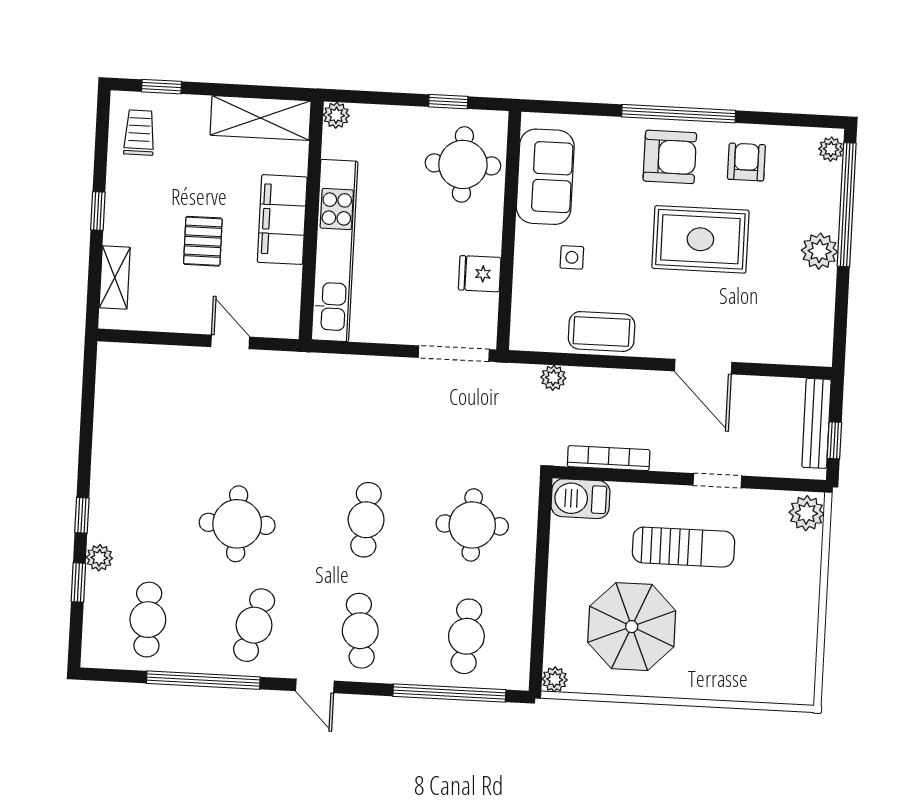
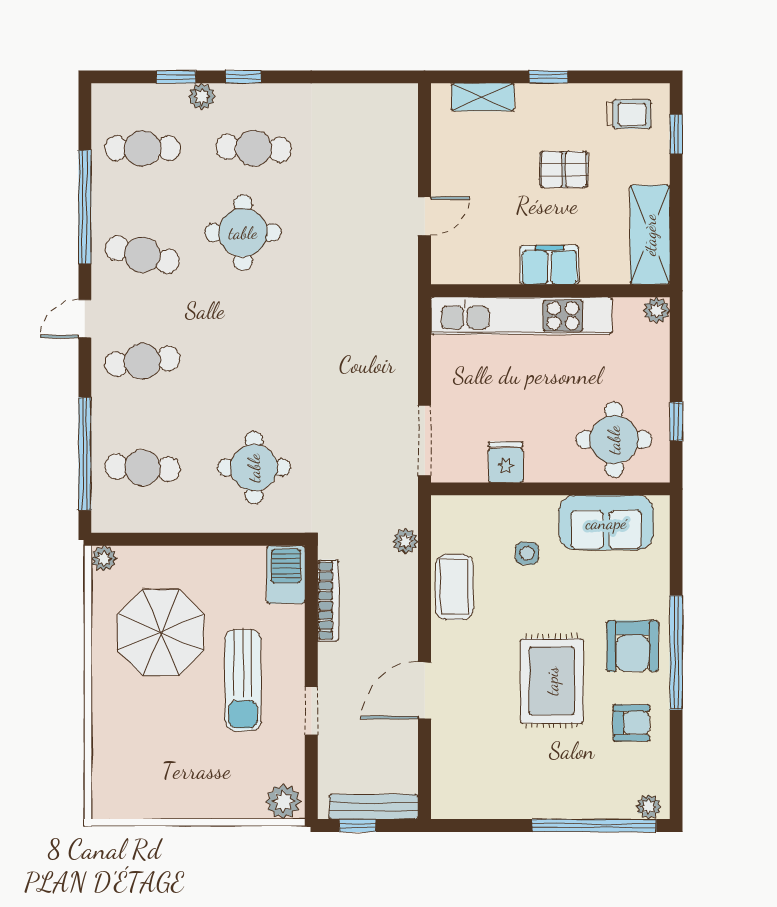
filing cabinet: (282, 220) -> (550, 265), width x0.67, depth x0.86
pallet: (203, 241) -> (564, 169), moved
plant: (820, 251) -> (546, 801), removed
cafe table: (366, 520) -> (254, 148), moved

